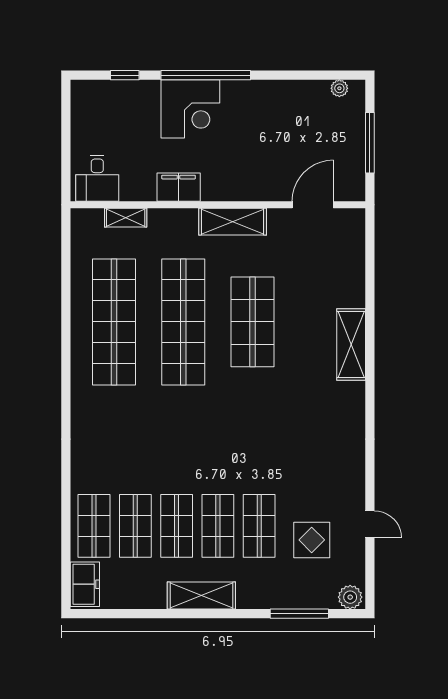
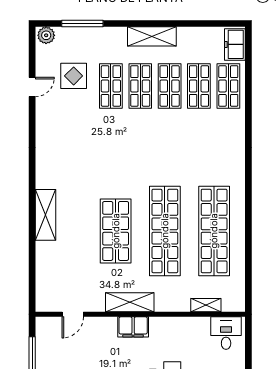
filing cabinet: (179, 187) -> (133, 327), moved
door: (313, 205) -> (73, 314), width x0.73
door: (370, 524) -> (32, 87), swing flipped

